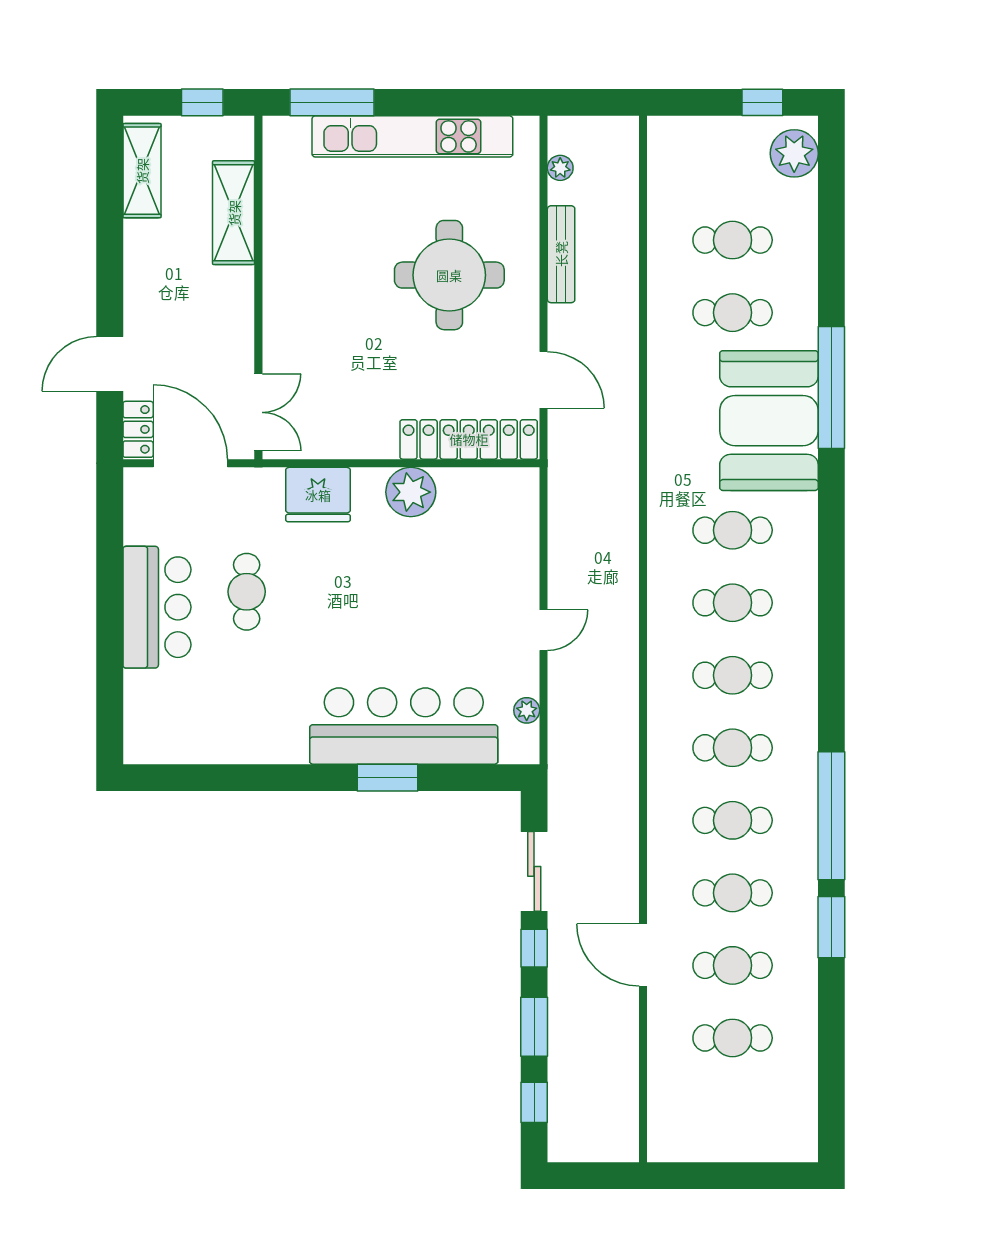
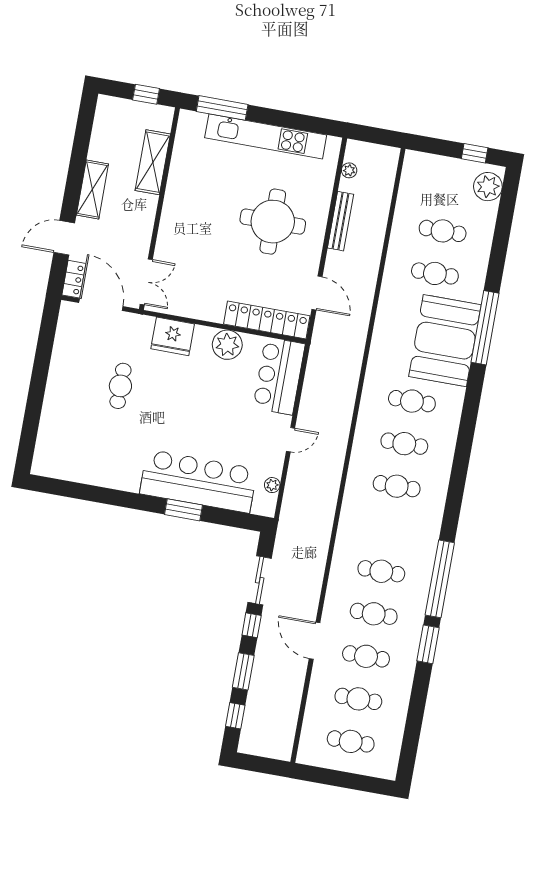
shelving: (142, 171) -> (92, 189), moved
bar counter: (157, 607) -> (279, 376), moved, turned 180
cafe table: (733, 748) -> (351, 741), moved

